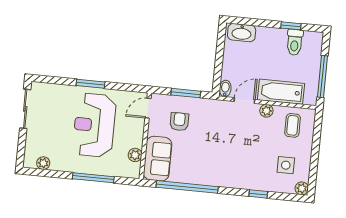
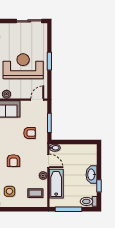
washbasin: (242, 33) -> (92, 175), moved
toilet: (295, 42) -> (89, 201), moved
door: (148, 108) -> (37, 100), hinge flipped
armchair: (179, 122) -> (30, 133), moved
armchair: (239, 154) -> (13, 161), added

